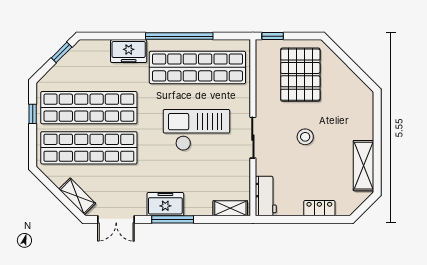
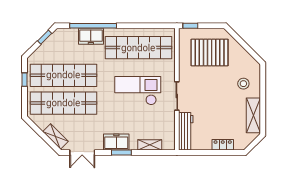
window: (179, 36) -> (93, 26), moved
pallet: (300, 75) -> (210, 52), turned 90
stool: (305, 137) -> (243, 84), moved
workbench: (266, 196) -> (186, 131), width x1.38
shelving: (230, 208) -> (150, 145), moved
window: (173, 219) -> (121, 153), width x0.69

